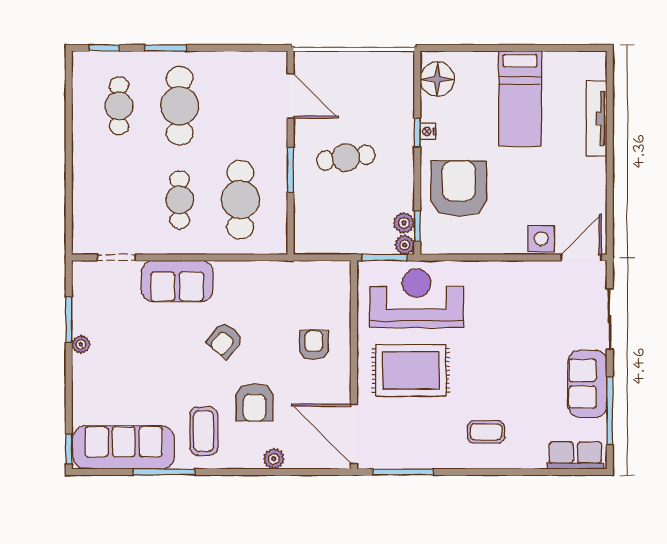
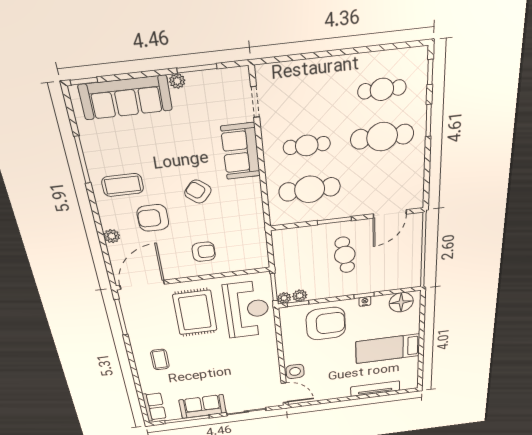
sofa: (124, 447) -> (126, 97), moved, turned 90

